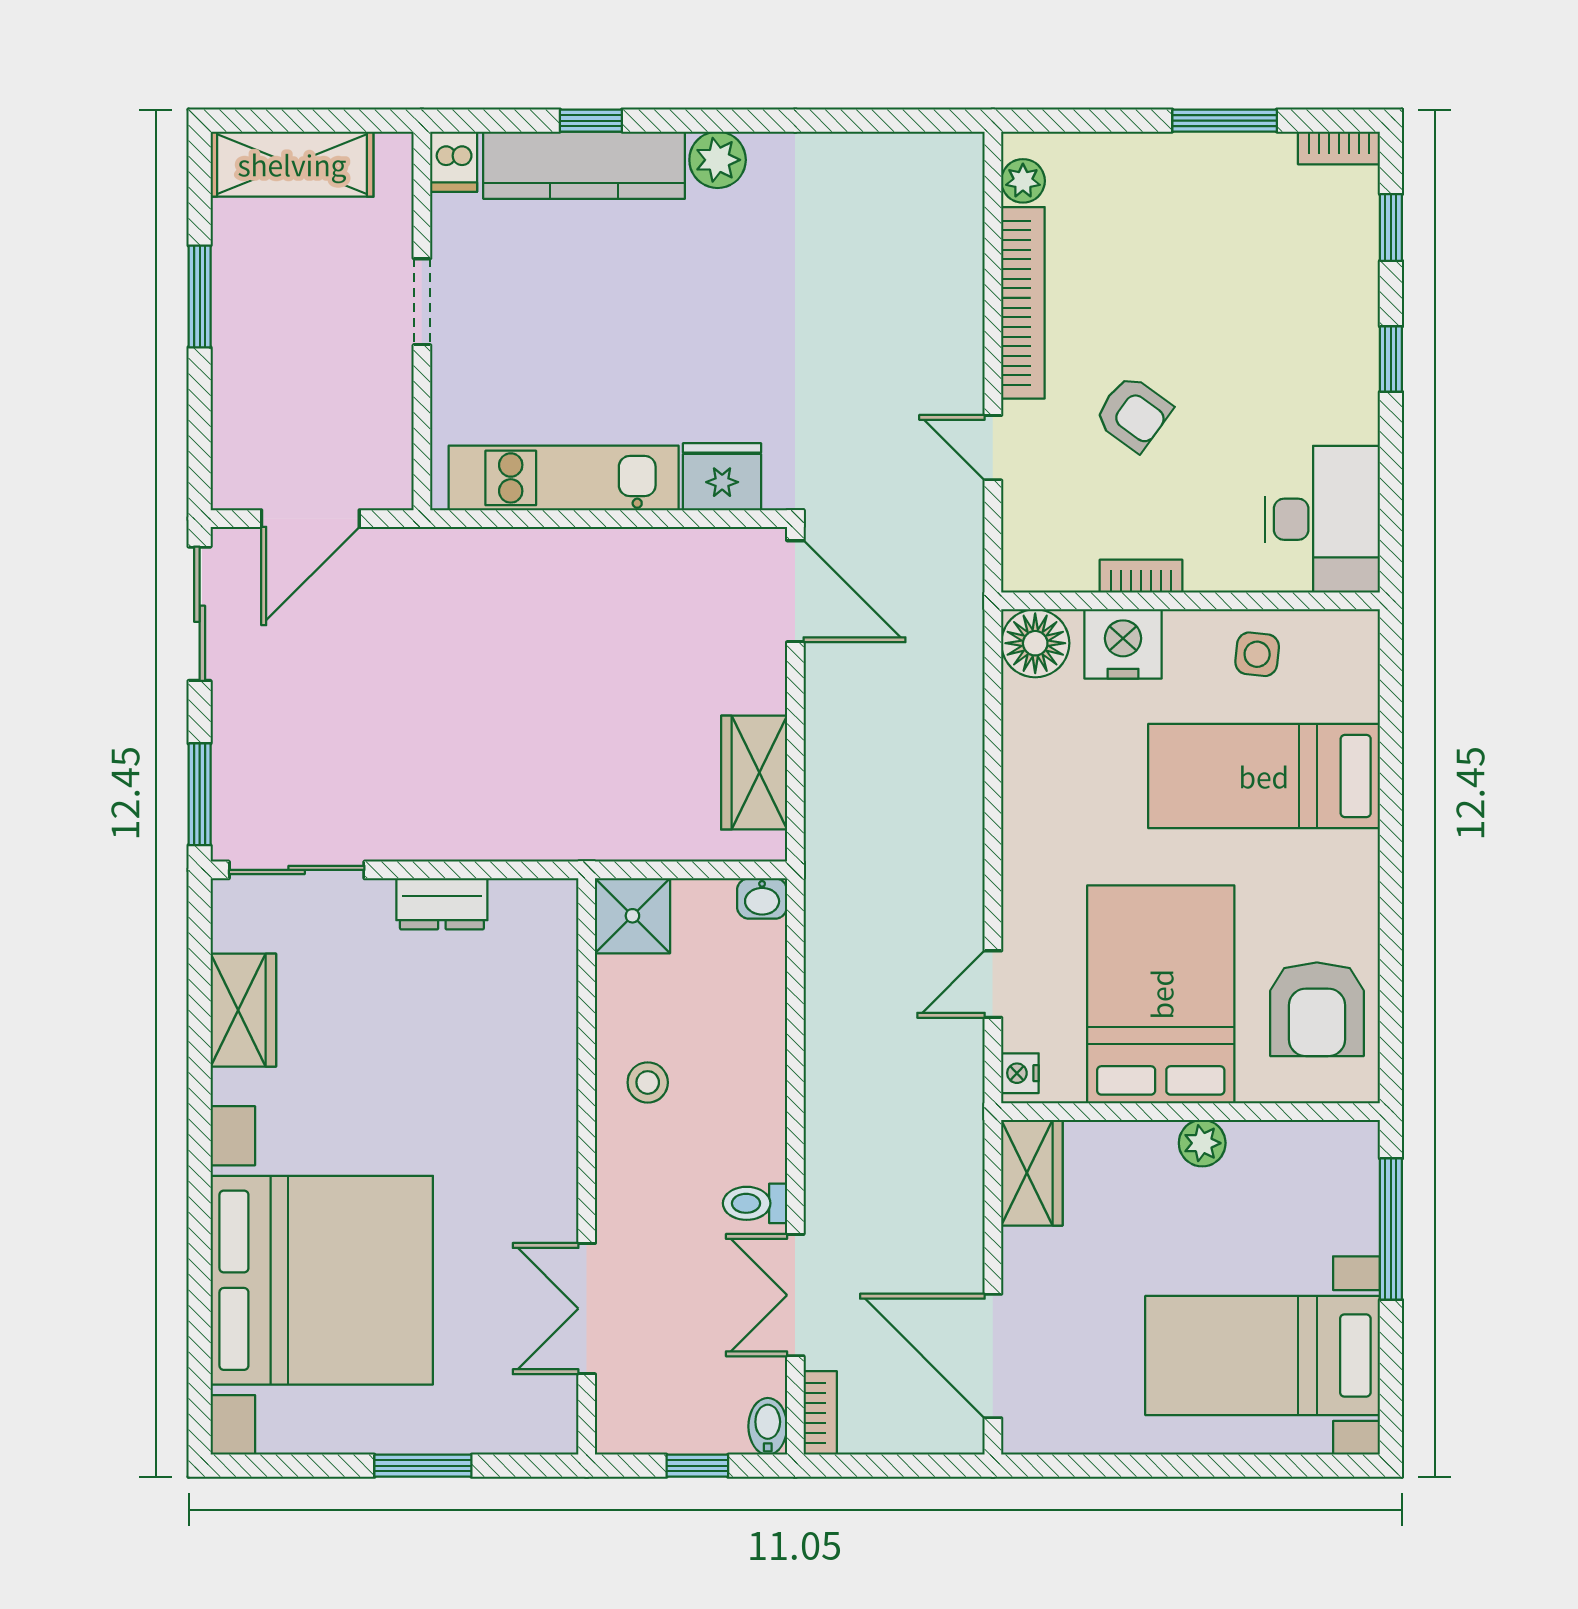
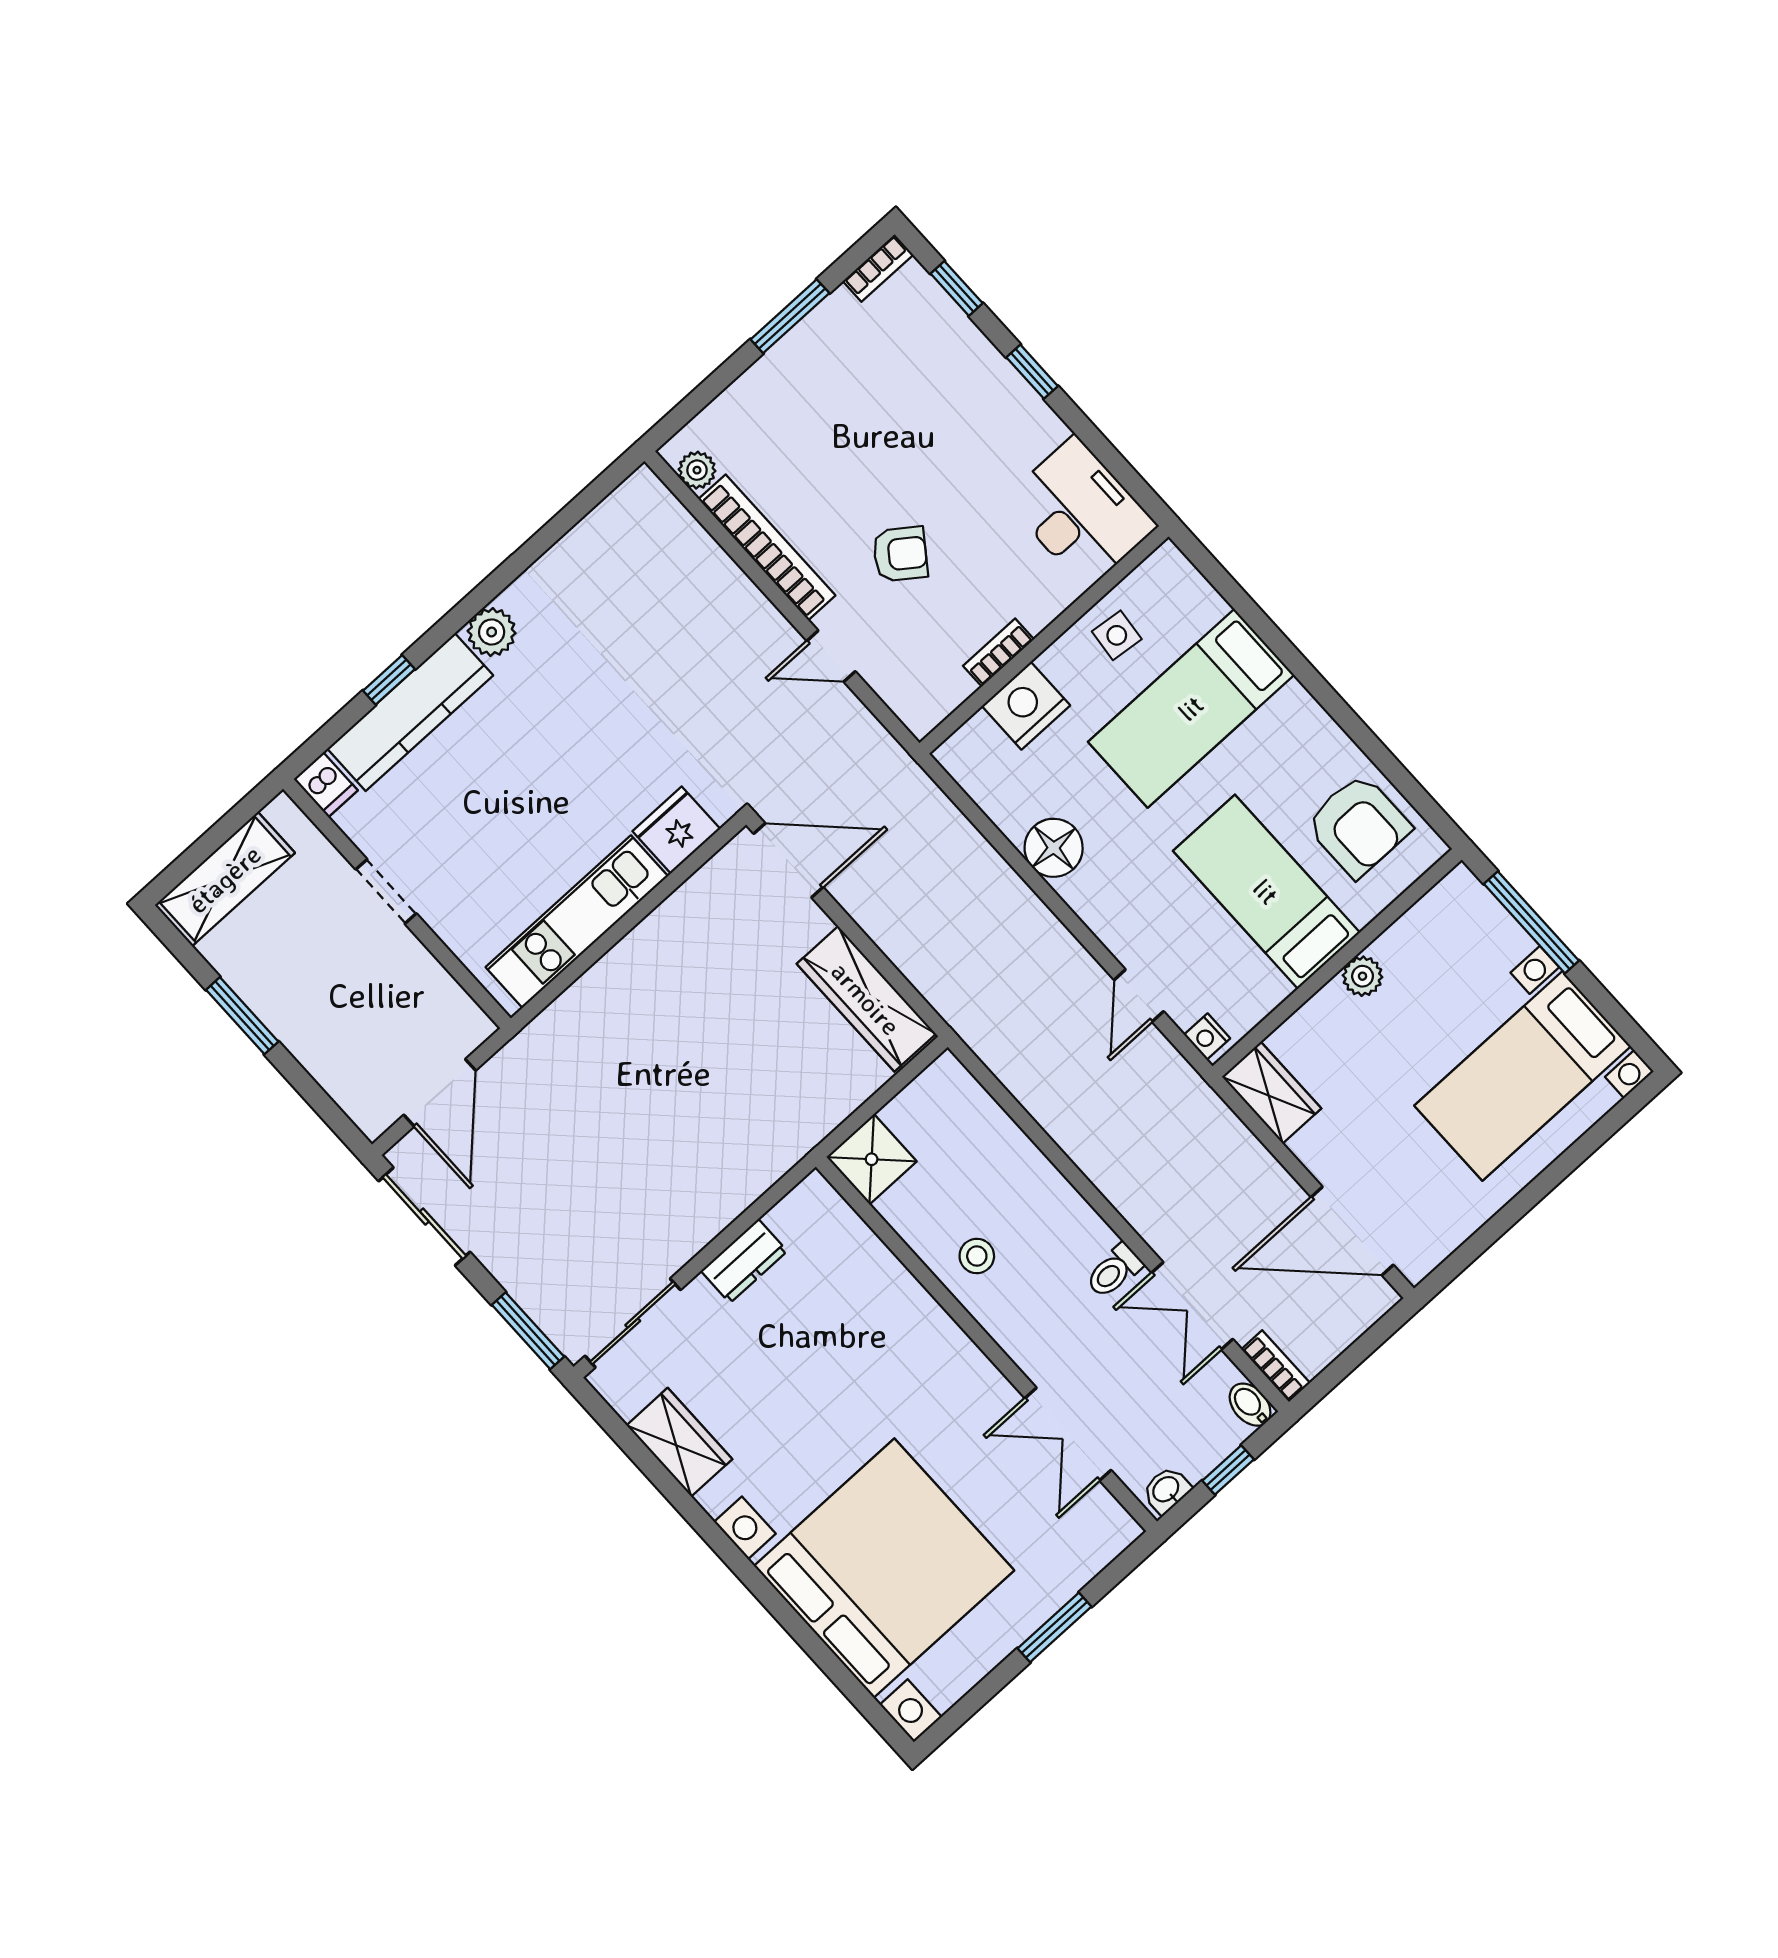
floor lamp: (1035, 643) -> (1054, 848), moved
wardrobe: (754, 773) -> (866, 999), width x1.50
washbasin: (762, 898) -> (1166, 1490), moved, turned 180
bed: (1161, 994) -> (1266, 892), width x0.67

